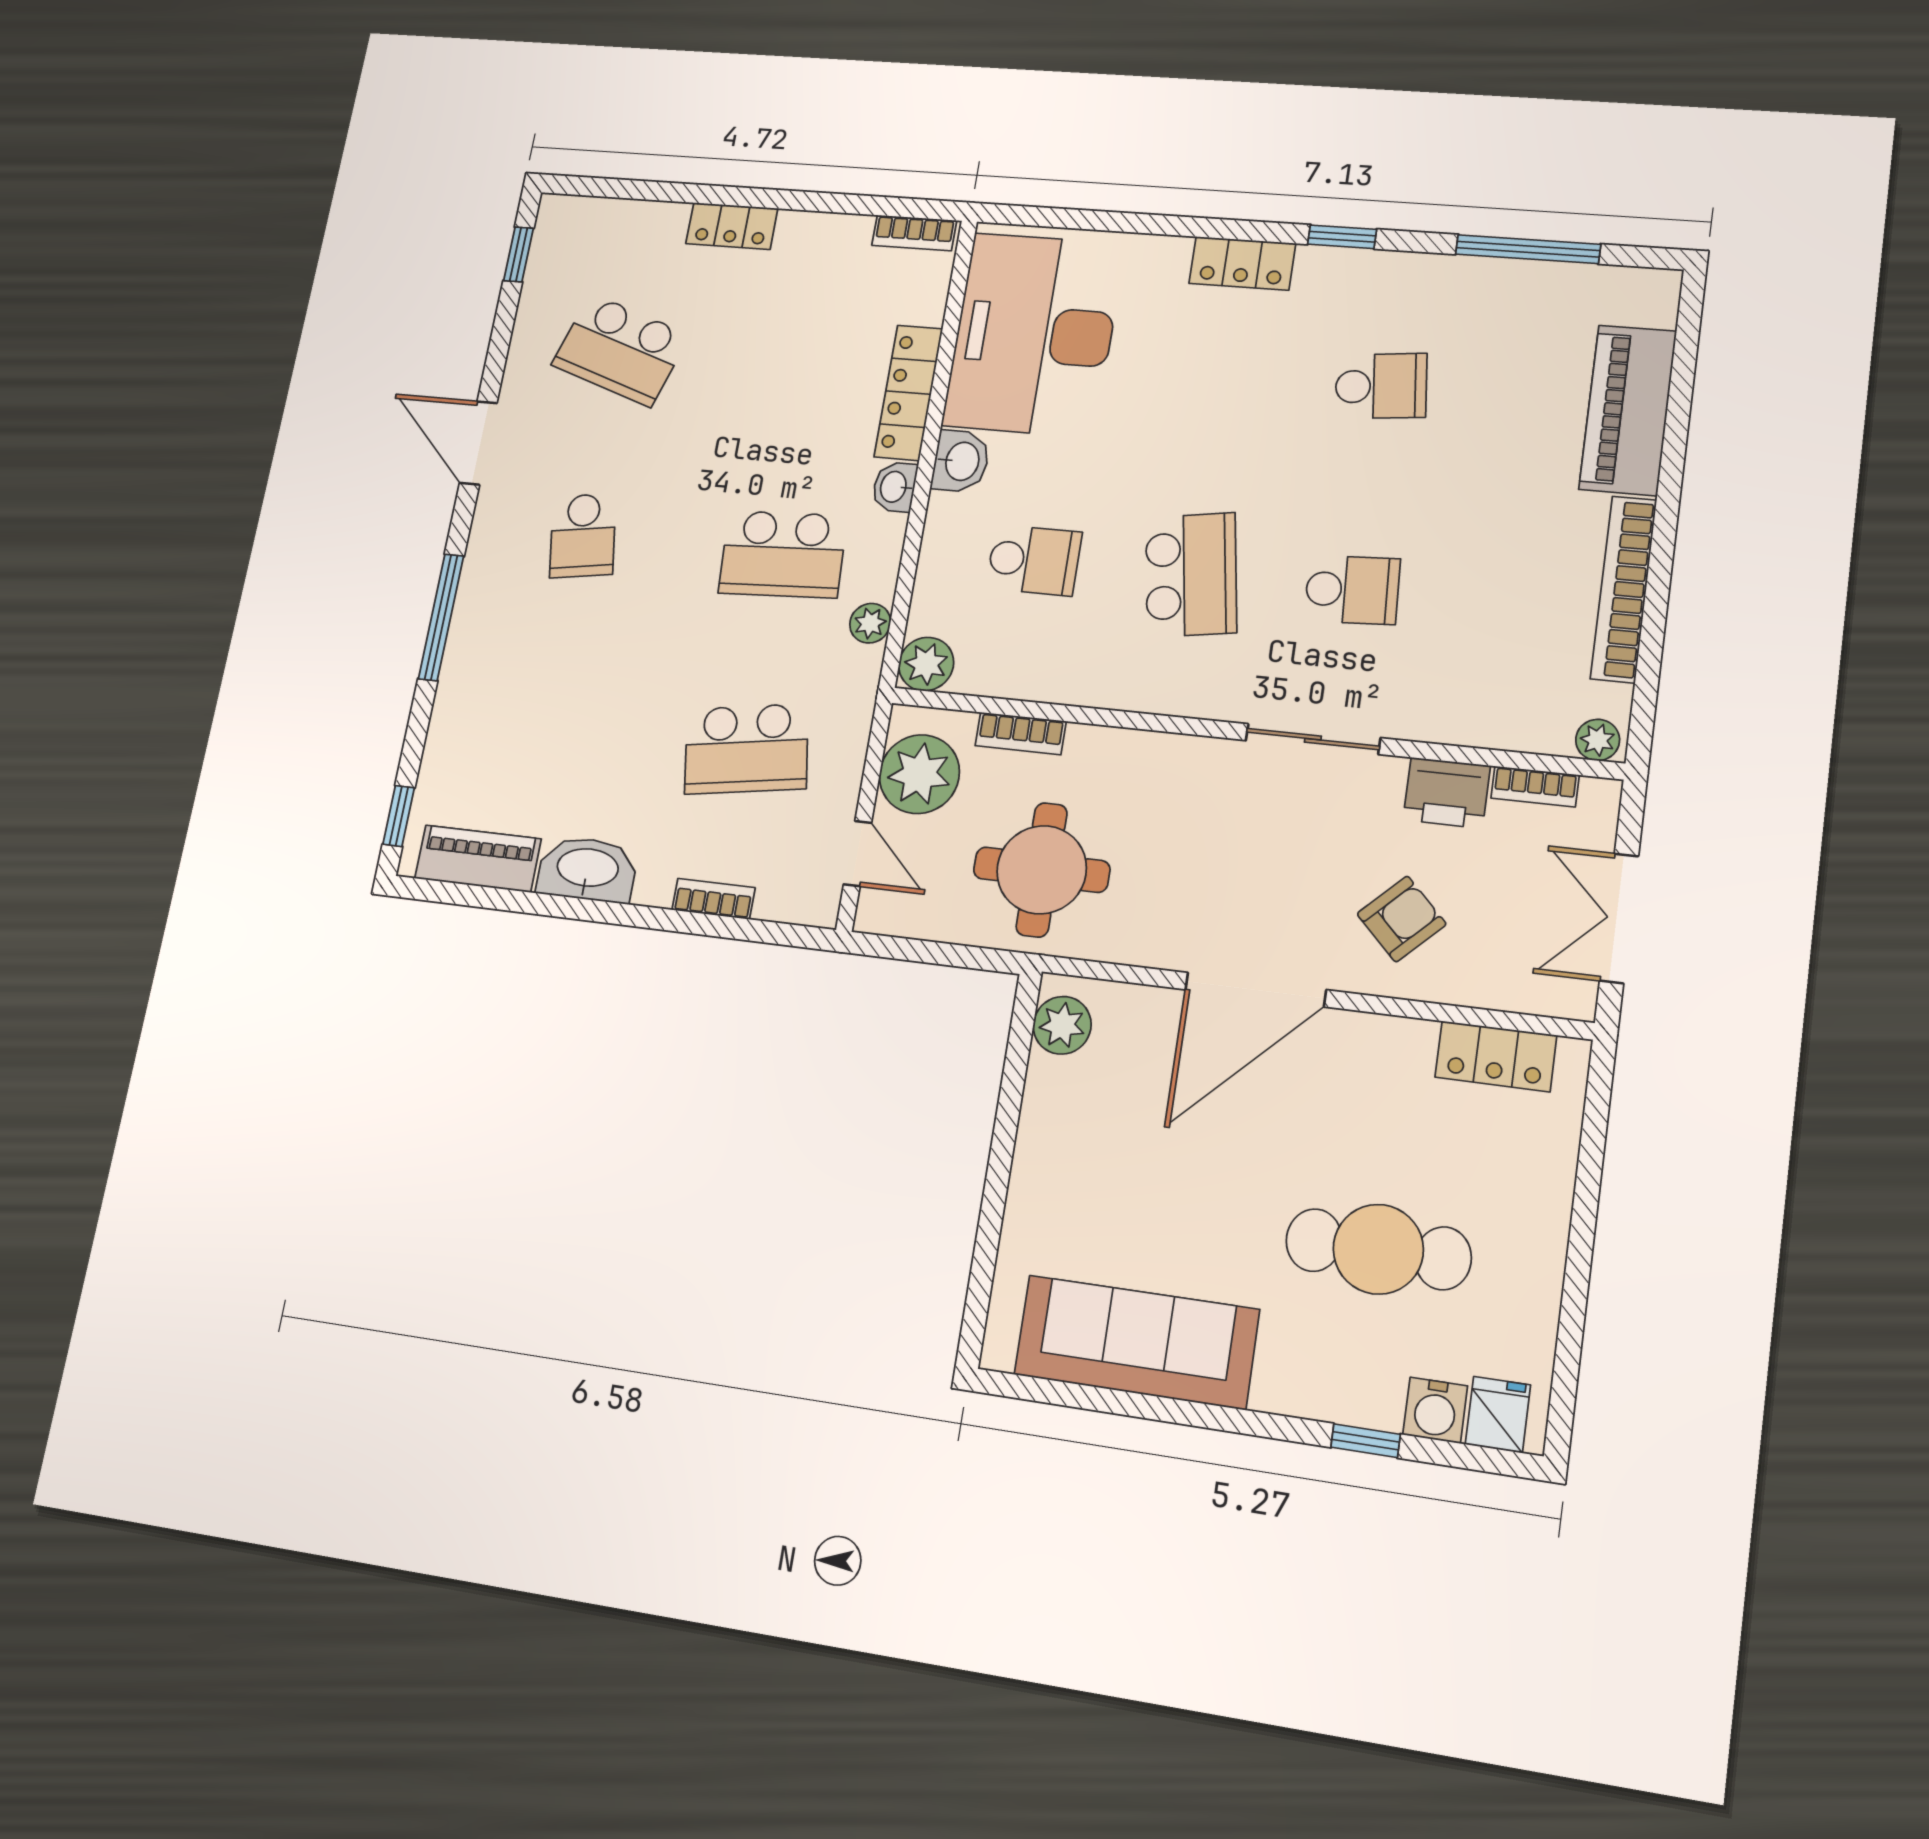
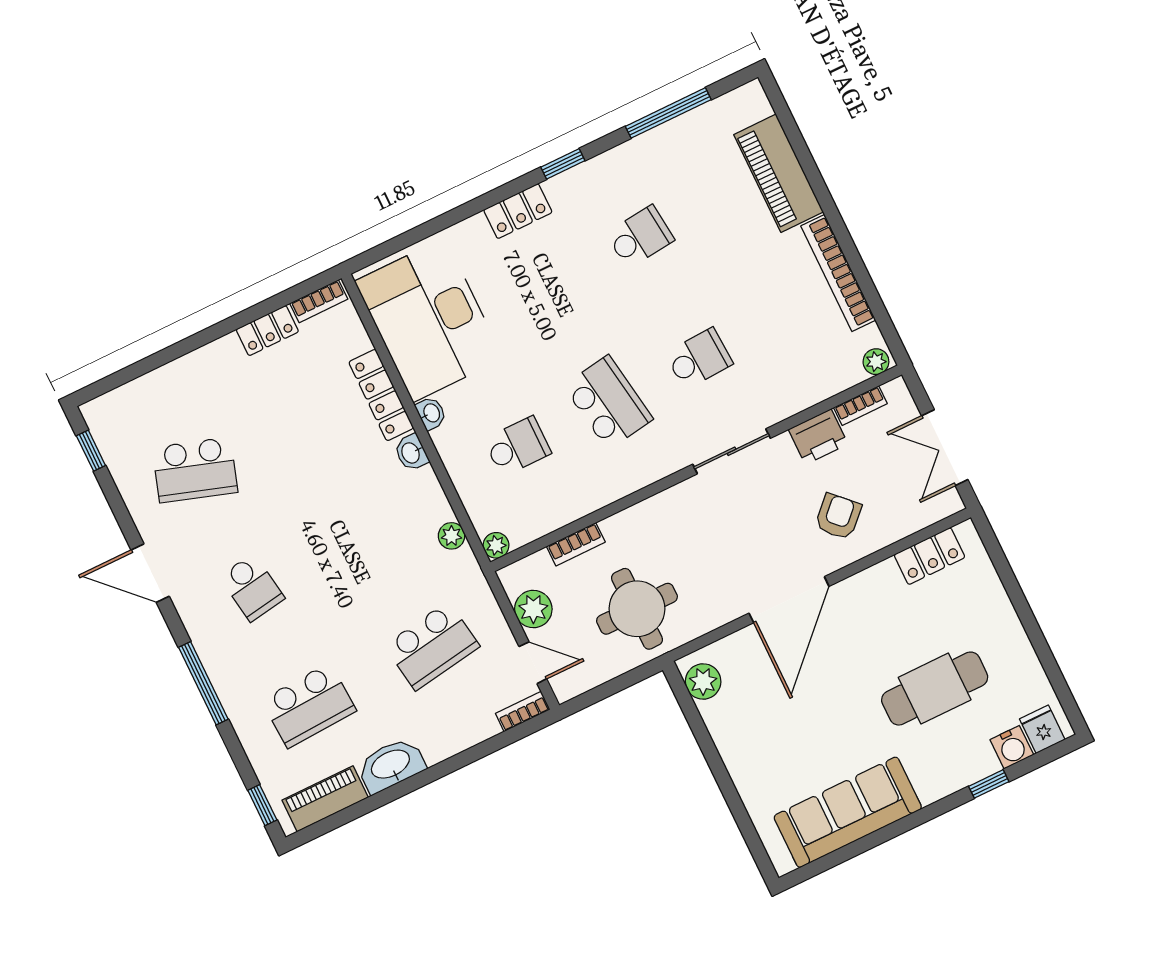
locker: (732, 226) -> (267, 331), moved
washbasin: (961, 461) -> (431, 413), width x0.72, depth x0.69
school desk: (783, 554) -> (309, 705), moved
plant: (926, 664) -> (496, 545), width x0.73, depth x0.73
plant: (919, 774) -> (533, 609), width x0.73, depth x0.73
bookcase: (713, 899) -> (523, 712), moved

